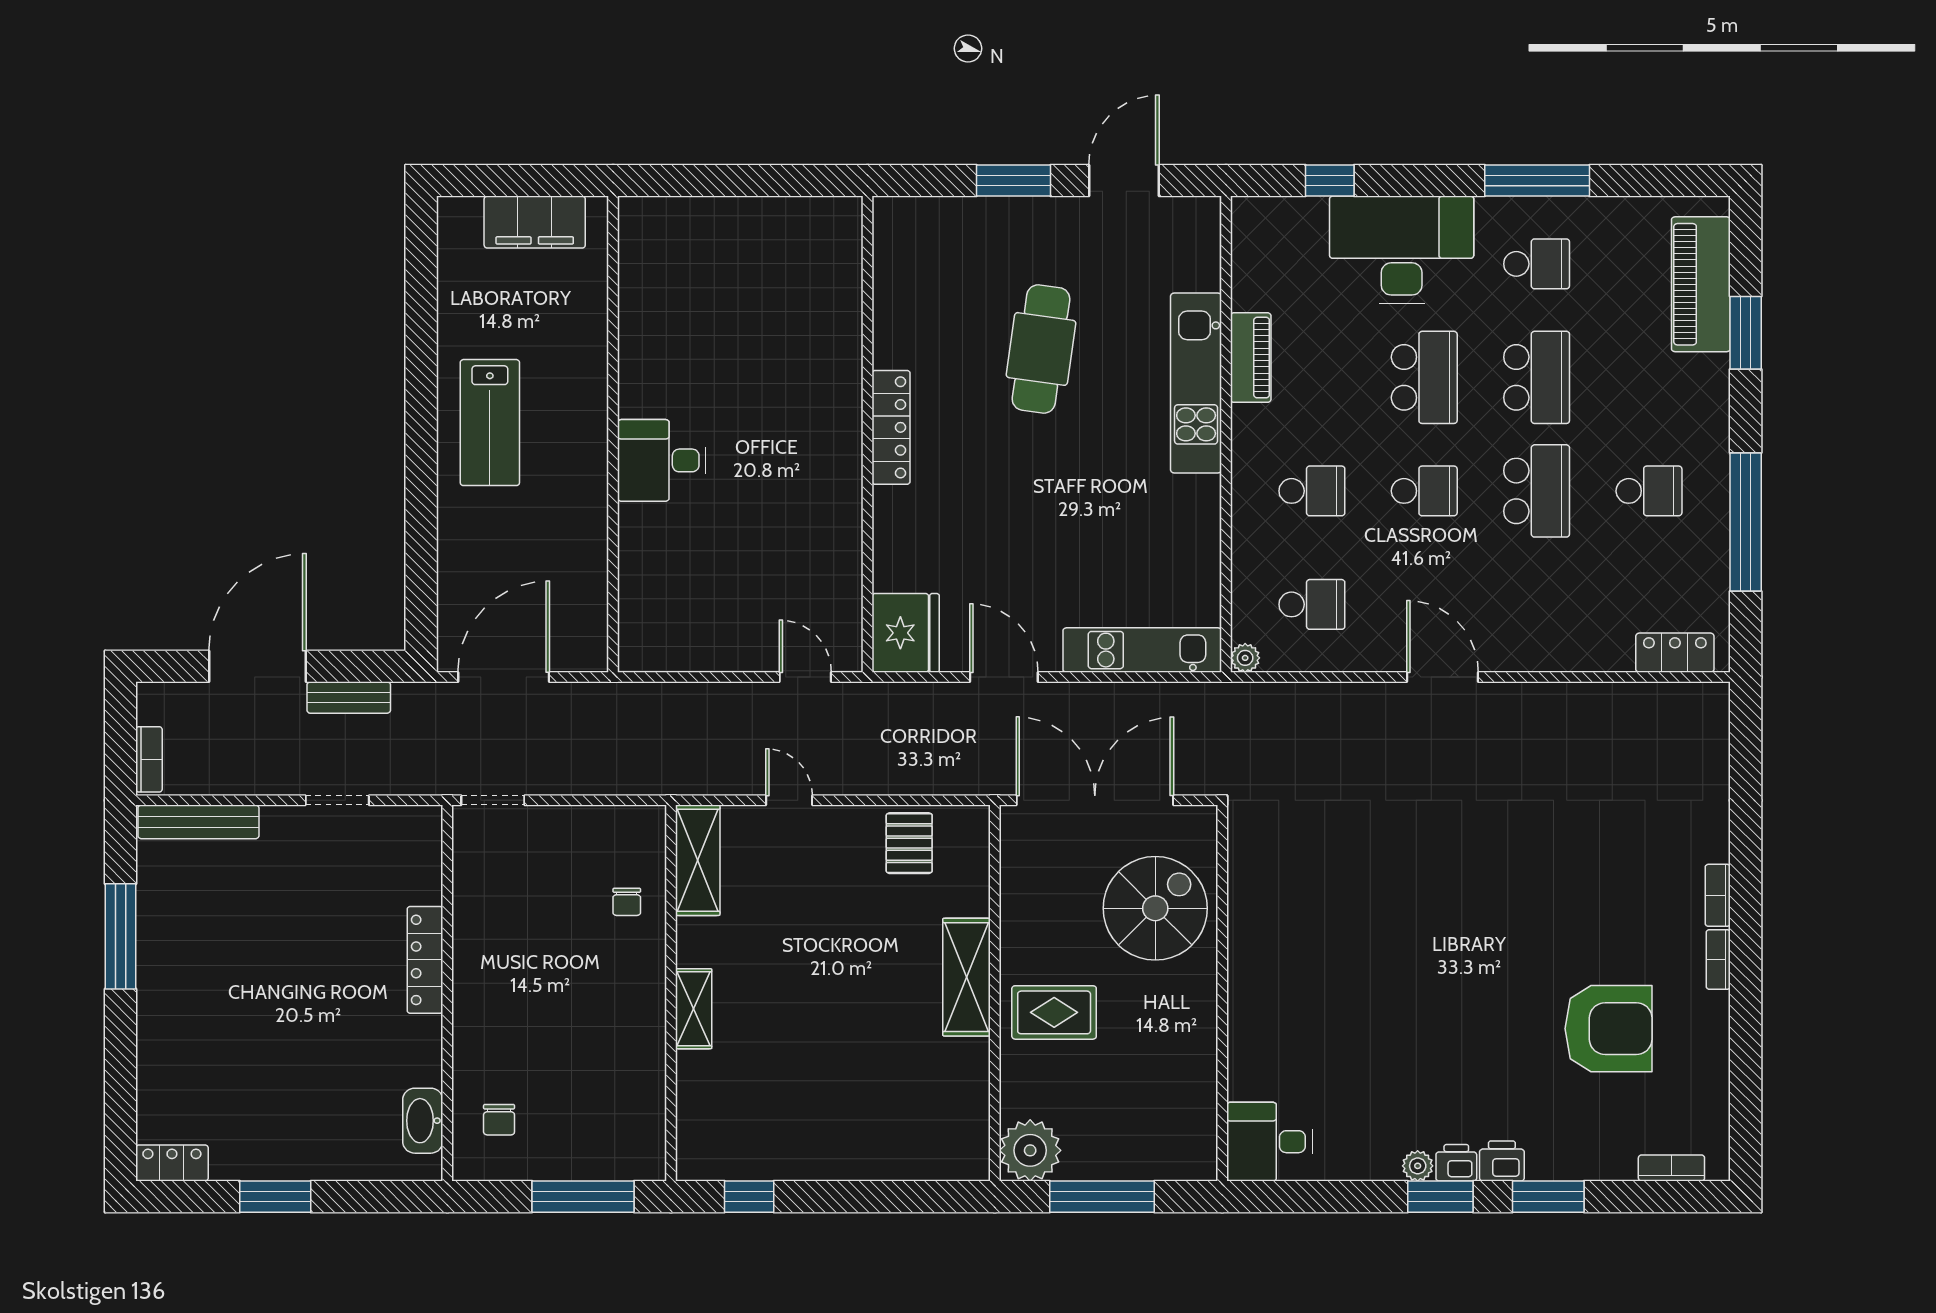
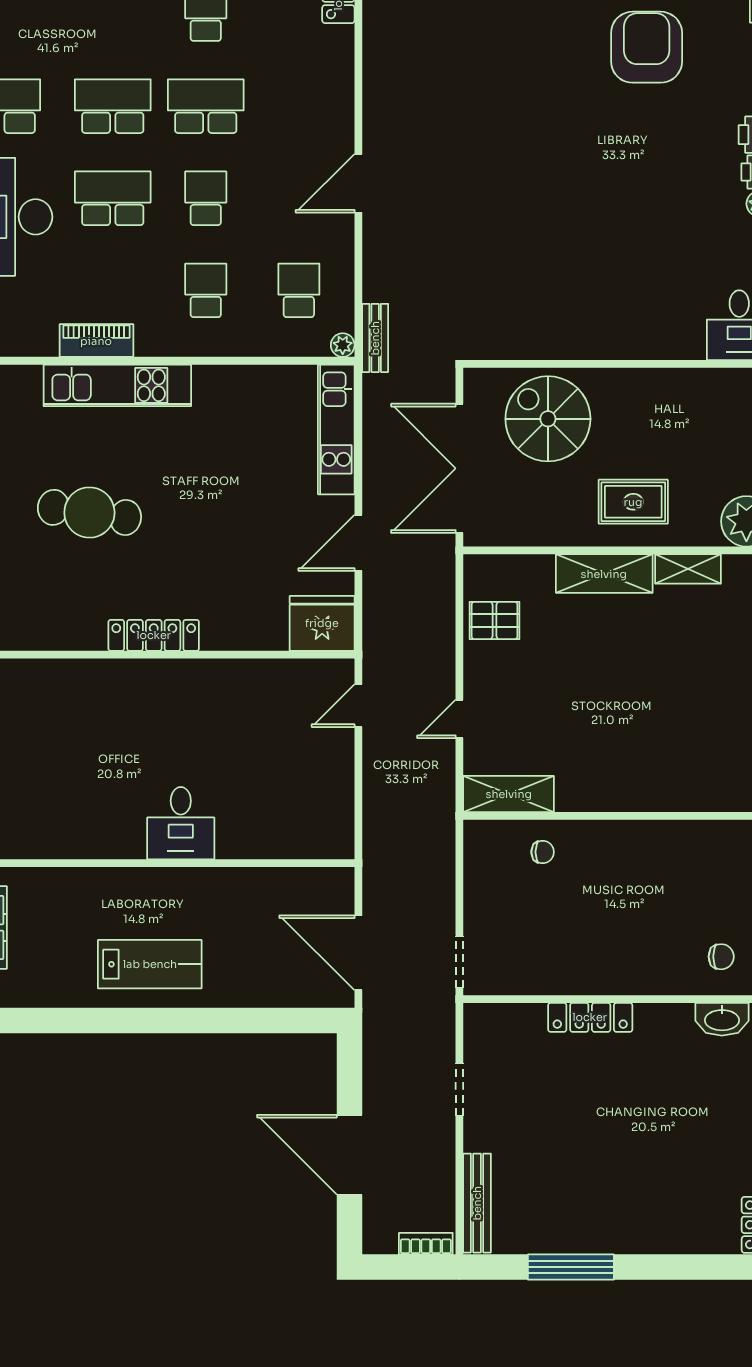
bench: (349, 698) -> (375, 338), moved
shelving: (694, 1009) -> (688, 569), moved
rug: (1054, 1012) -> (633, 502), turned 90

